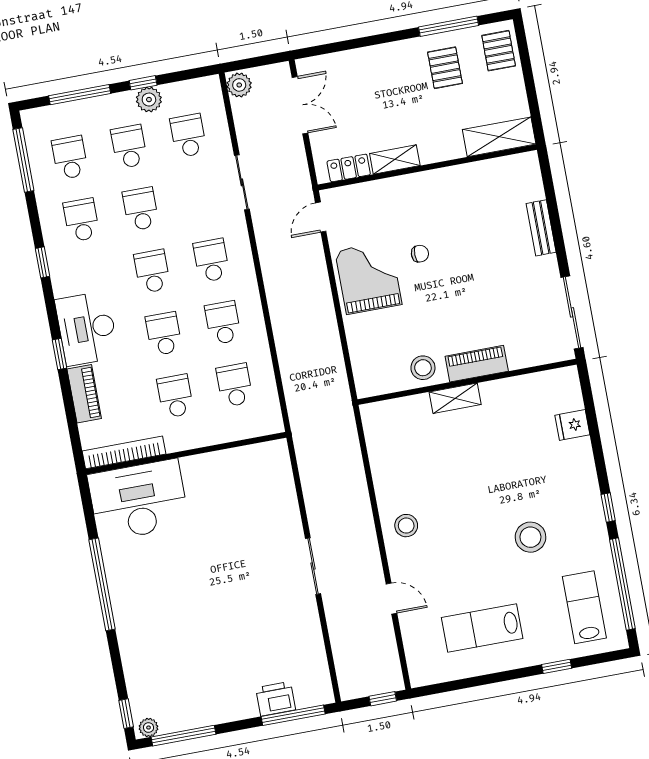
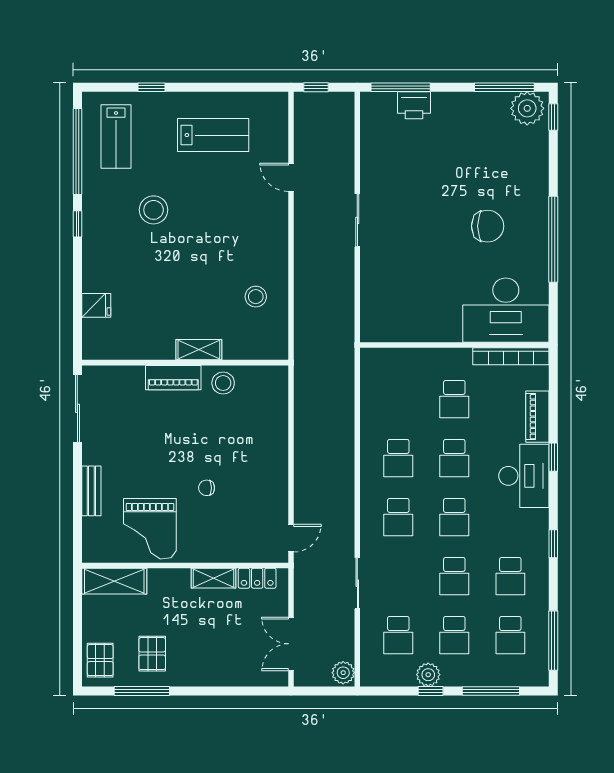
grand piano: (368, 278) -> (150, 529), moved
school desk: (235, 385) -> (398, 399), removed
stool: (406, 526) -> (256, 297), moved
chair: (174, 585) -> (488, 226), added
plant: (149, 728) -> (527, 108), width x1.88, depth x1.88

